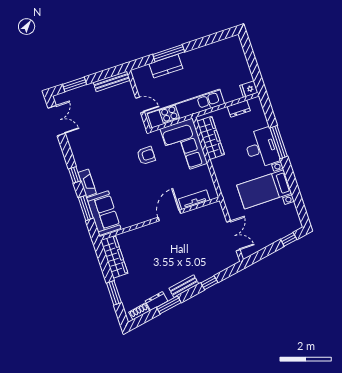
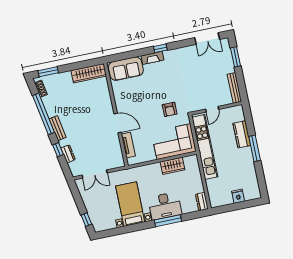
window: (169, 53) -> (255, 148), moved
fridge: (249, 89) -> (238, 196), moved
dresser: (239, 109) -> (202, 202), moved
wardrobe: (211, 138) -> (173, 166), width x0.67
window: (86, 208) -> (132, 54), removed
window: (114, 293) -> (48, 72), moved
dresser: (156, 301) -> (68, 154), moved
window: (169, 305) -> (43, 114), width x2.11

